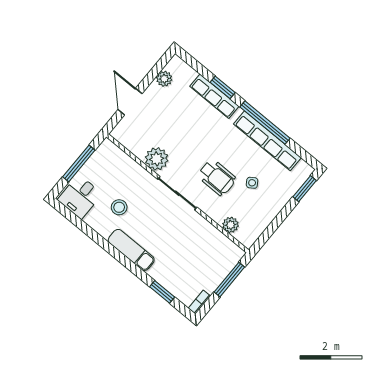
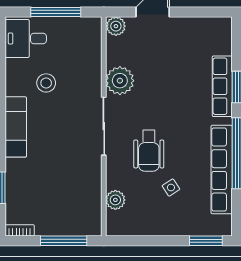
plant: (164, 79) -> (116, 26), moved

